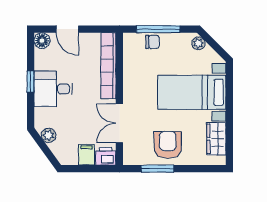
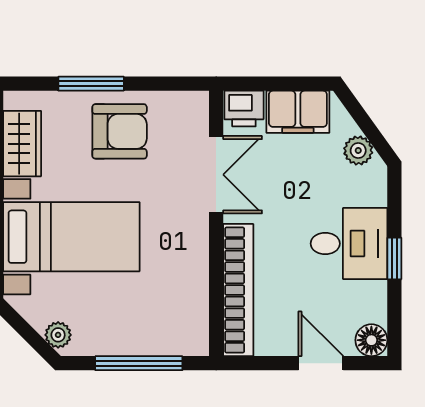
chair: (153, 42) -> (150, 338), removed
armchair: (168, 145) -> (120, 131), turned -90
filing cabinet: (87, 155) -> (298, 112), width x2.00
window: (158, 169) -> (91, 84), moved

